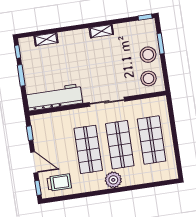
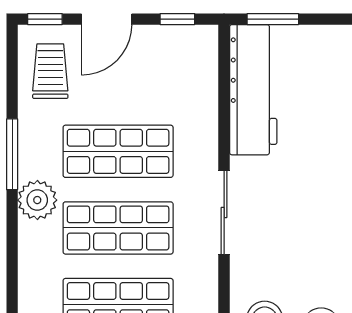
window: (21, 75) -> (273, 19), moved
trolley: (59, 182) -> (50, 71), turned 180
window: (96, 193) -> (12, 154), added

